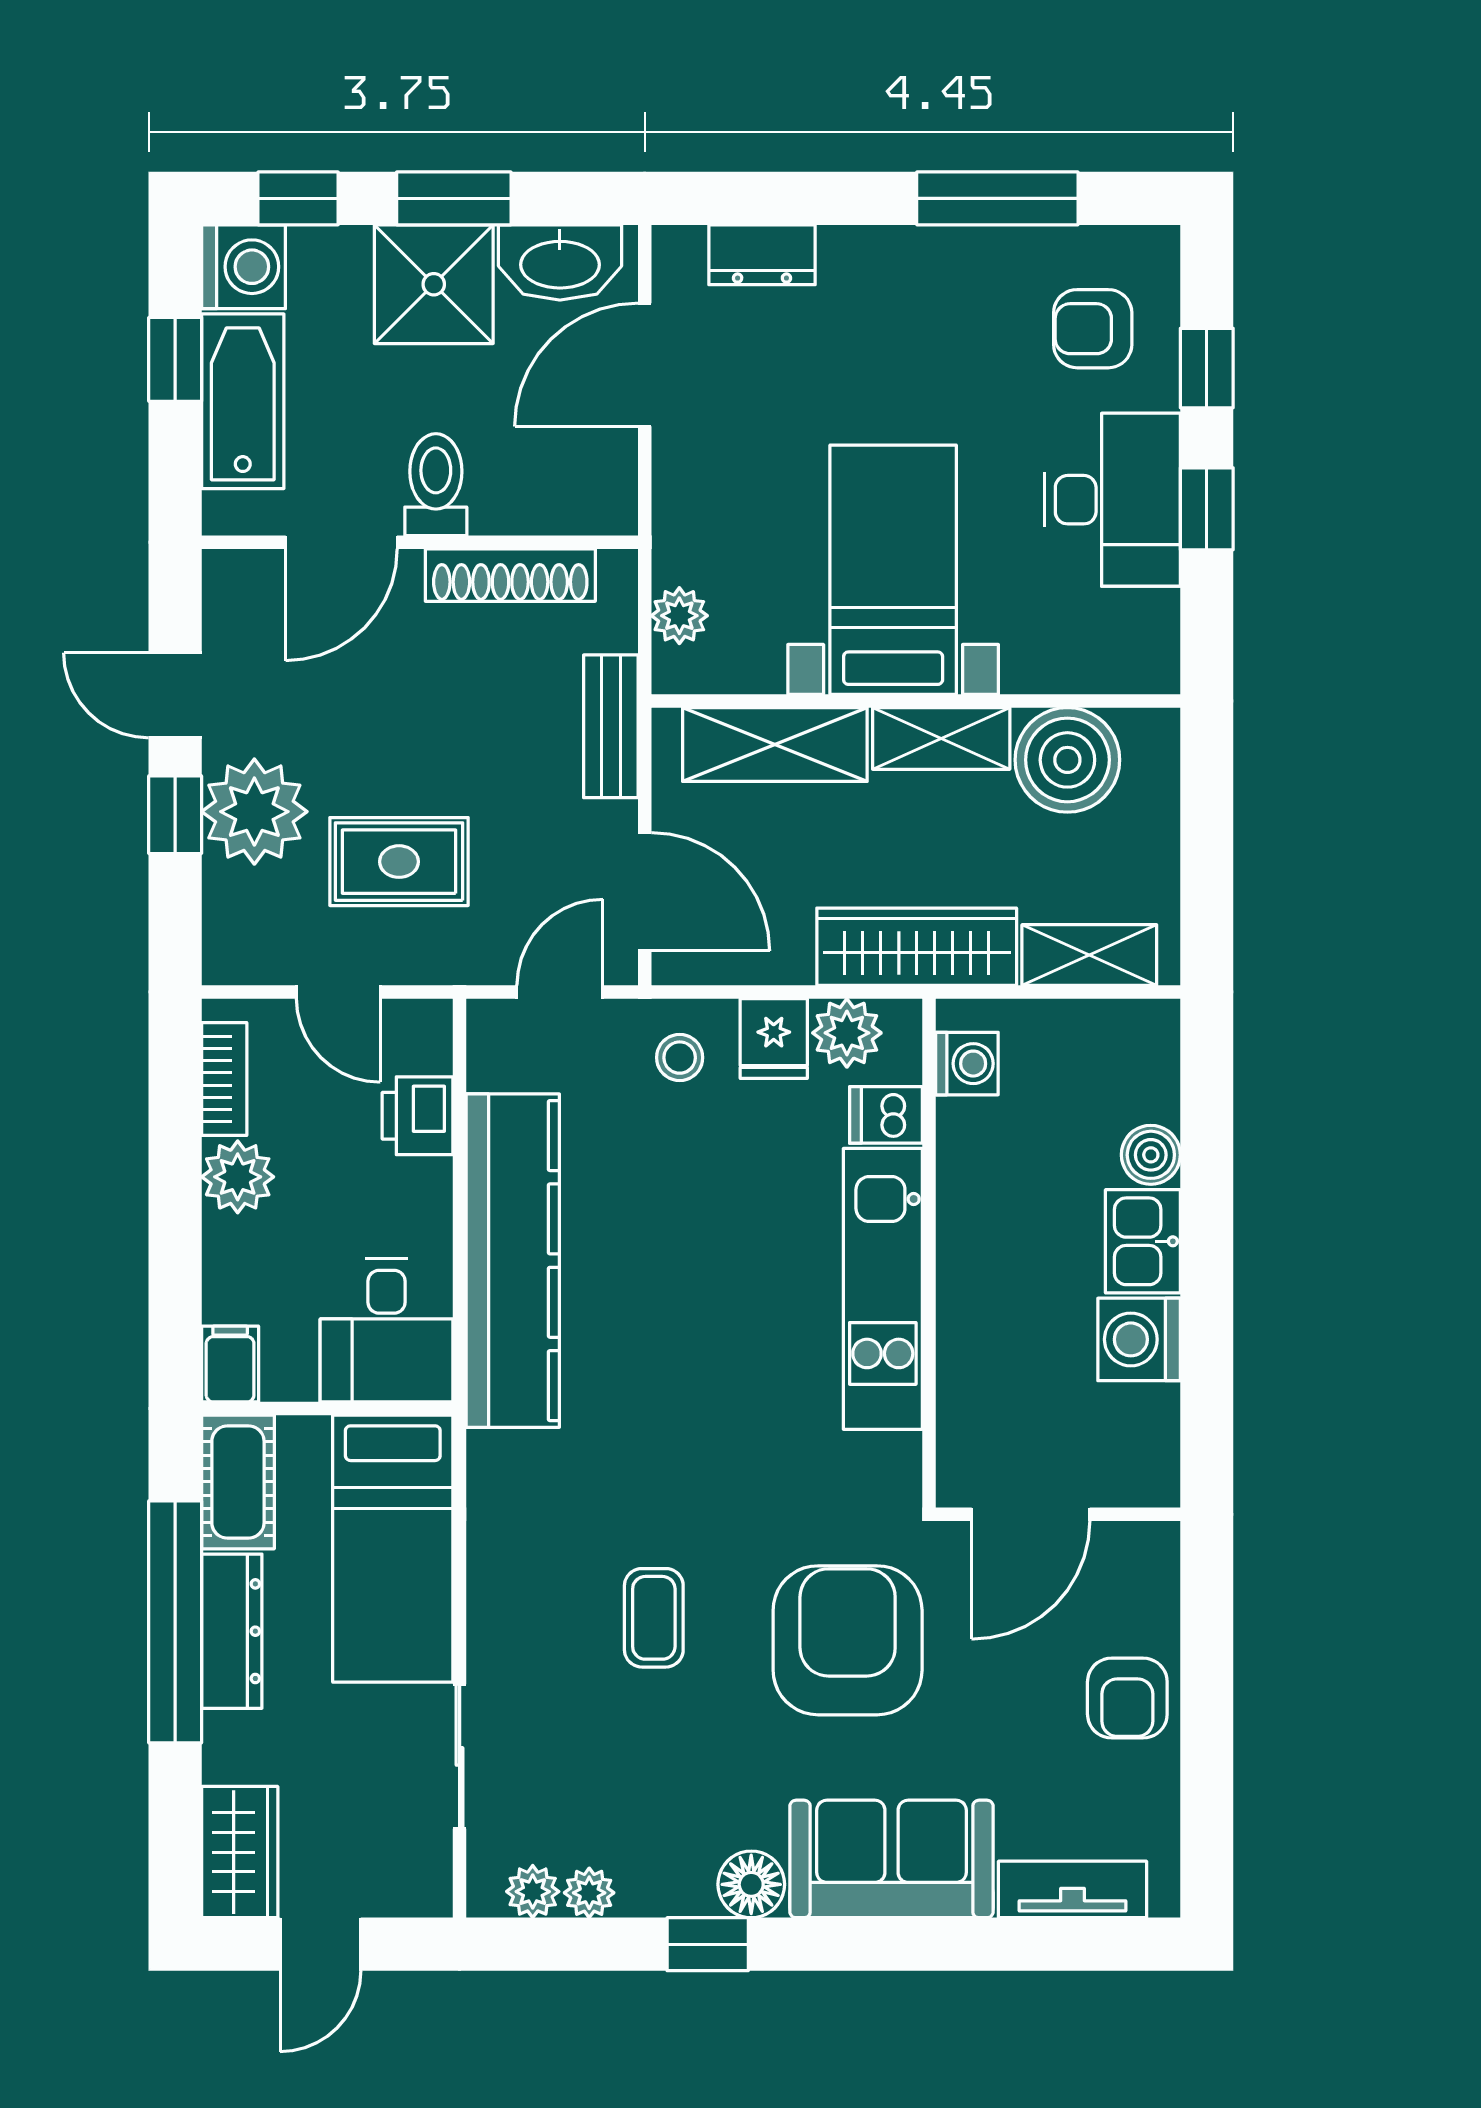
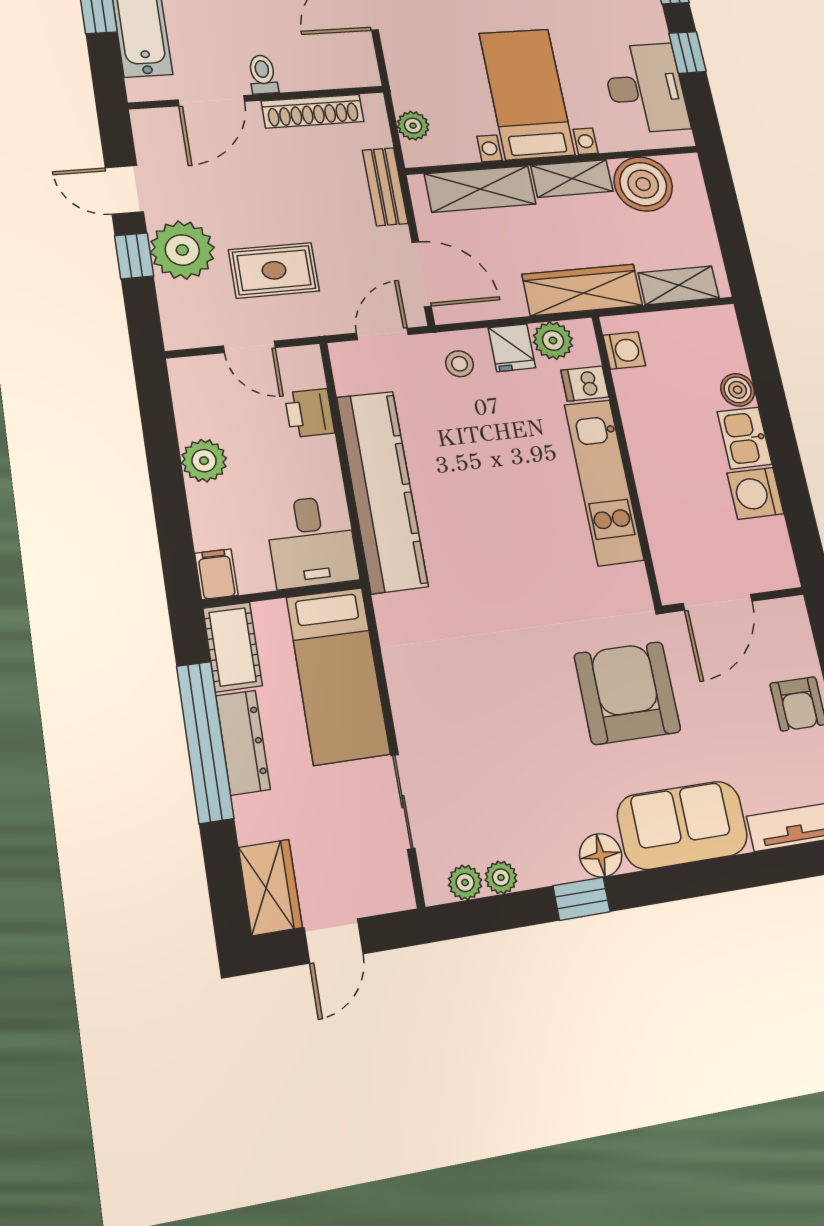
toilet: (436, 485) -> (263, 74), width x0.73, depth x0.72
desk: (1112, 500) -> (645, 88), moved
bookcase: (224, 1079) -> (187, 404), removed
coffee table: (654, 1618) -> (508, 696), removed

